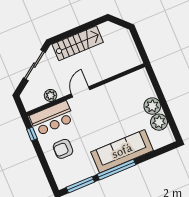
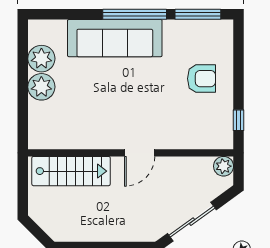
stairs: (78, 43) -> (71, 171), moved, turned 180
plant: (51, 95) -> (224, 166), moved
bar counter: (52, 118) -> (199, 131), removed

